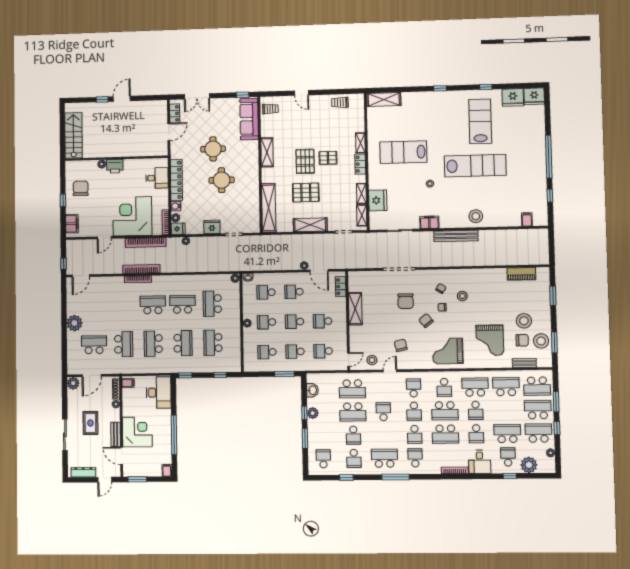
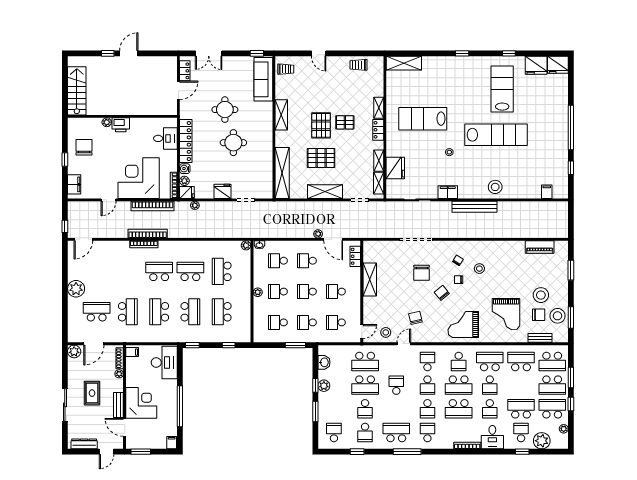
school desk: (538, 410) -> (552, 385), turned 180

